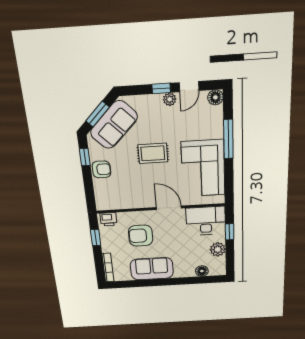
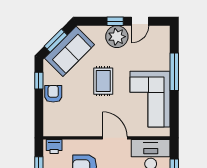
floor lamp: (215, 97) -> (163, 32), removed
plant: (170, 99) -> (117, 37), width x1.87, depth x1.87
rug: (153, 153) -> (103, 81), turned 90
armchair: (101, 169) -> (53, 94), turned -90

